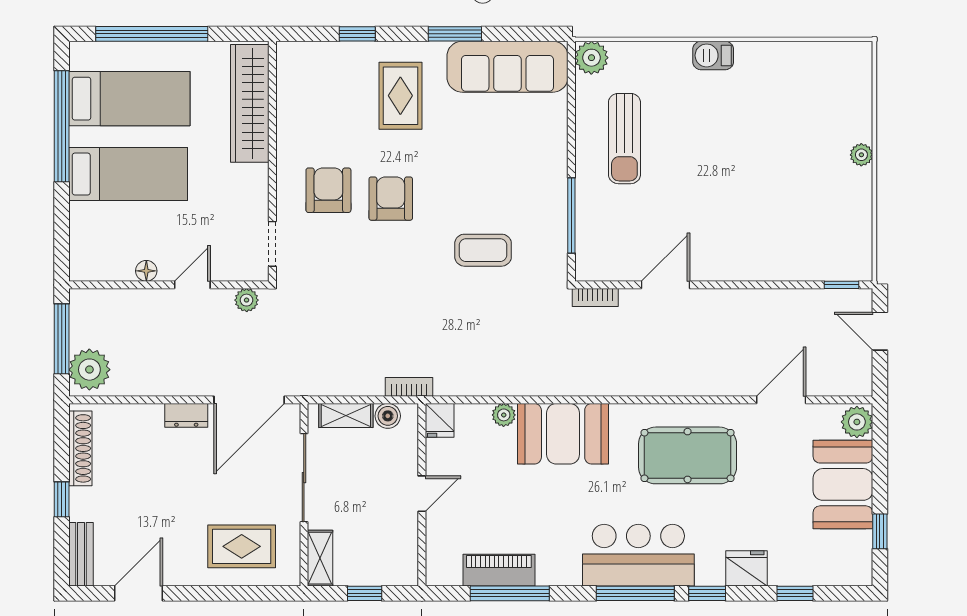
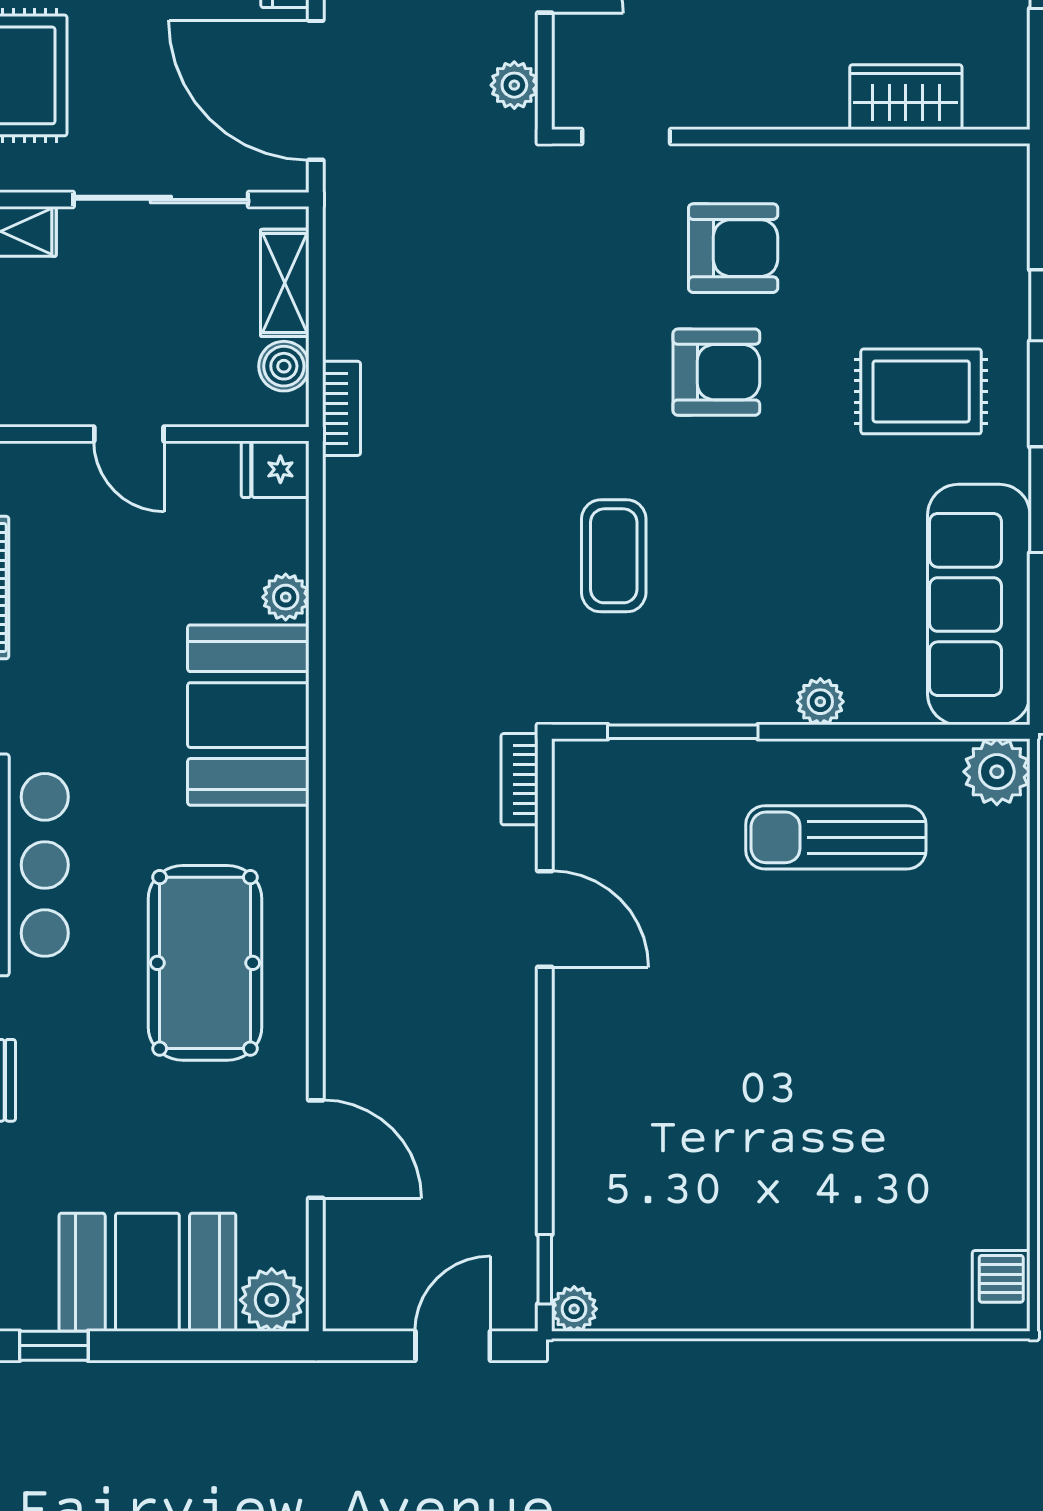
barbecue: (713, 55) -> (1001, 1291), moved
wardrobe: (250, 103) -> (906, 97), width x0.48, depth x0.85
plant: (556, 146) -> (820, 702), added
plant: (861, 155) -> (574, 1309), moved

